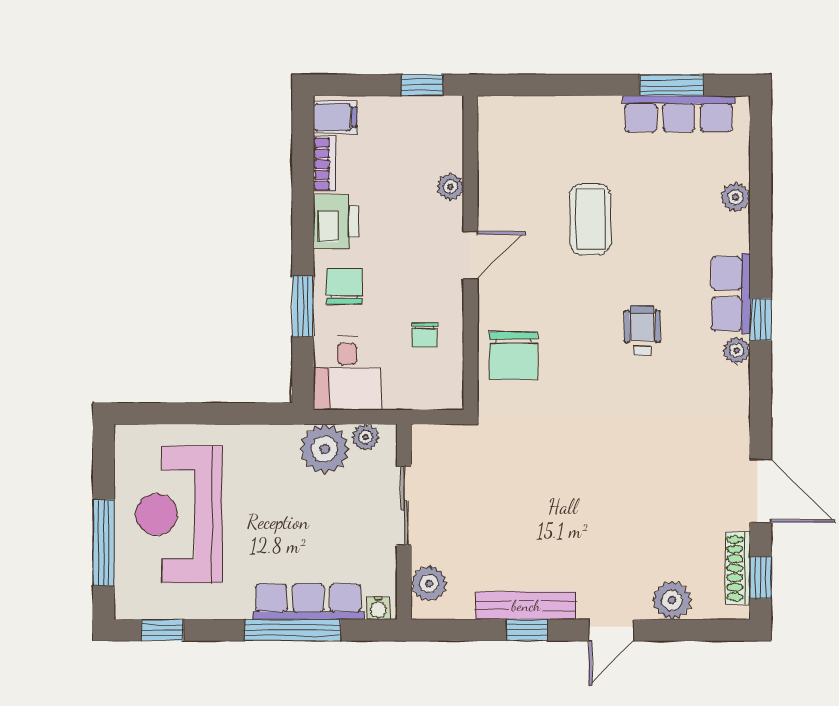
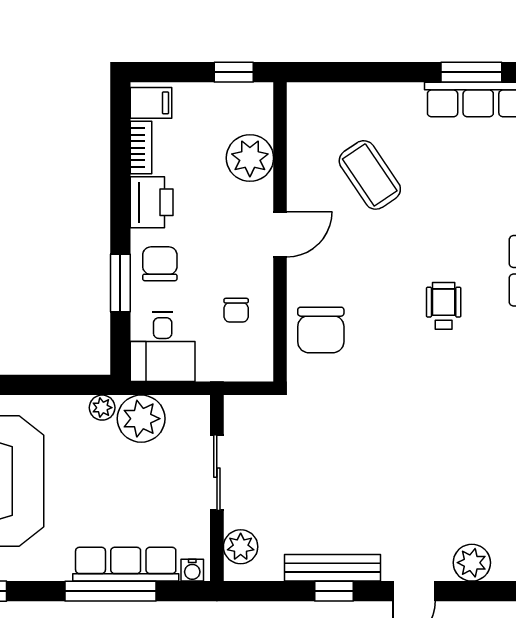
plant: (450, 187) -> (250, 158), width x1.87, depth x1.87
coffee table: (590, 219) -> (370, 175), moved, turned -34
plant: (366, 437) -> (102, 408), moved

